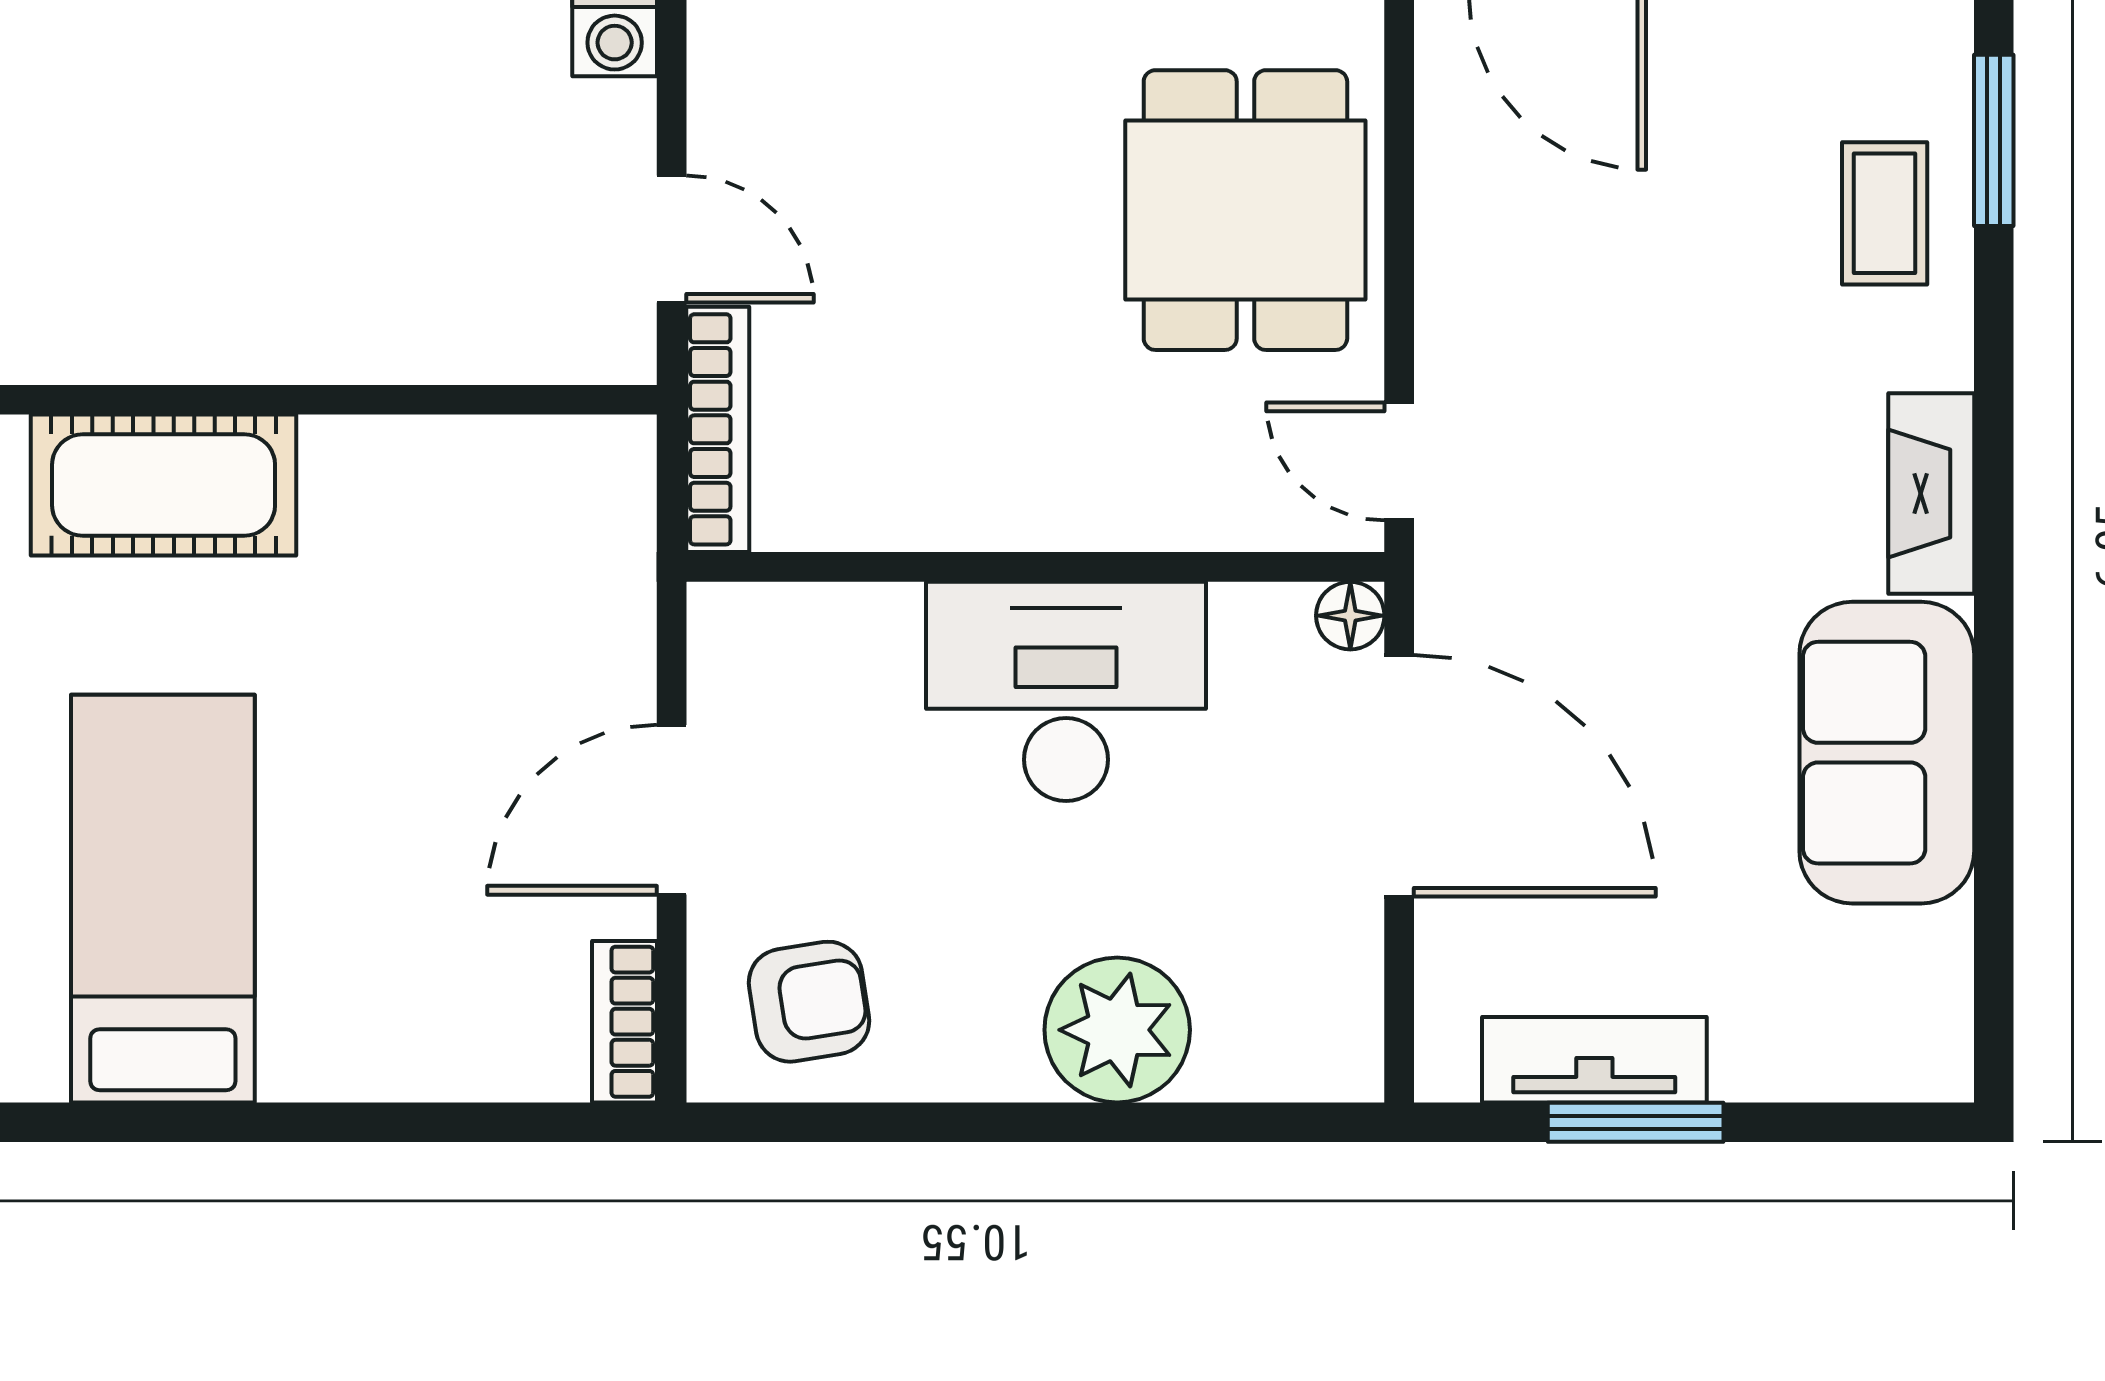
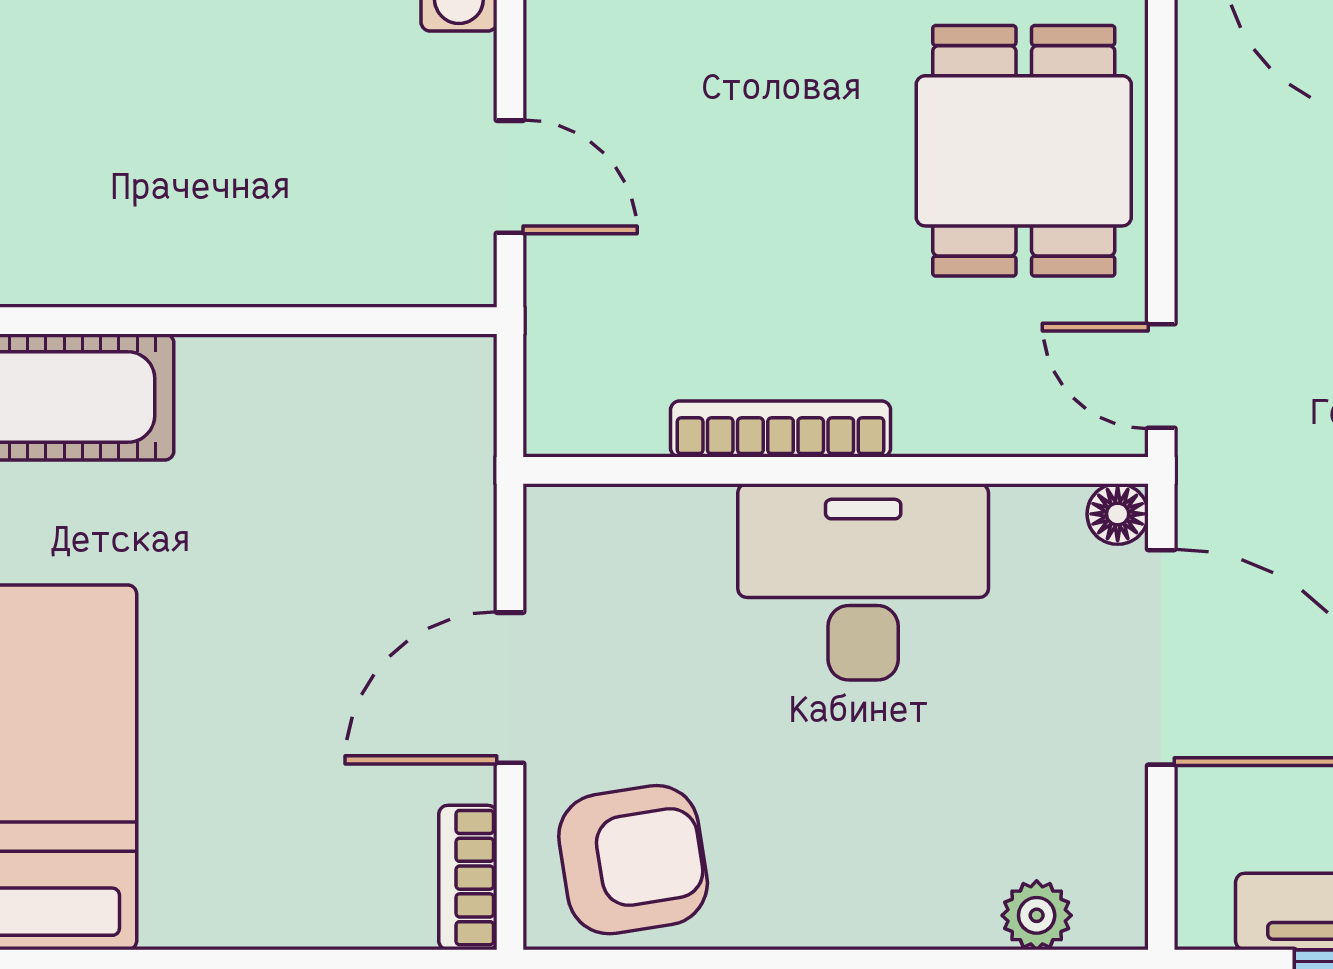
bookcase: (718, 429) -> (781, 429), moved, turned -90
armchair: (809, 1002) -> (633, 860), width x1.38, depth x1.38
plant: (1117, 1030) -> (1037, 915), moved, width x0.53, depth x0.53

